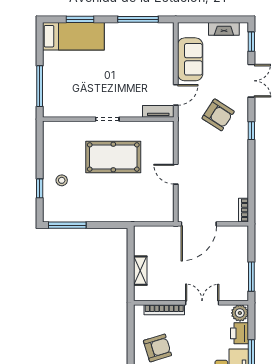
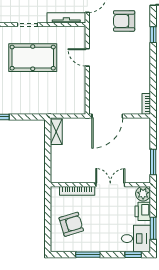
tv unit: (158, 111) -> (66, 18), width x1.41
armchair: (218, 115) -> (124, 21), turned 147
door: (176, 174) -> (87, 57), moved
shelving: (140, 271) -> (56, 132), moved

